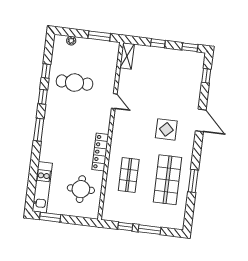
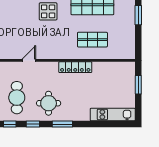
round table: (81, 189) -> (49, 103), moved
window: (50, 217) -> (138, 85), moved
window: (125, 227) -> (138, 37), removed

